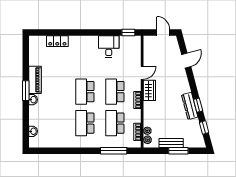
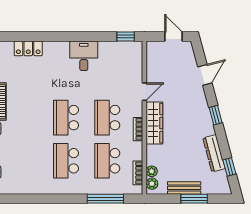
desk: (109, 47) -> (84, 56), moved
wardrobe: (149, 90) -> (154, 123), width x1.50
window: (198, 105) -> (216, 115), moved
dresser: (190, 106) -> (214, 153), moved

